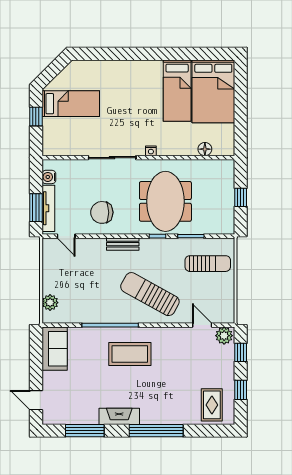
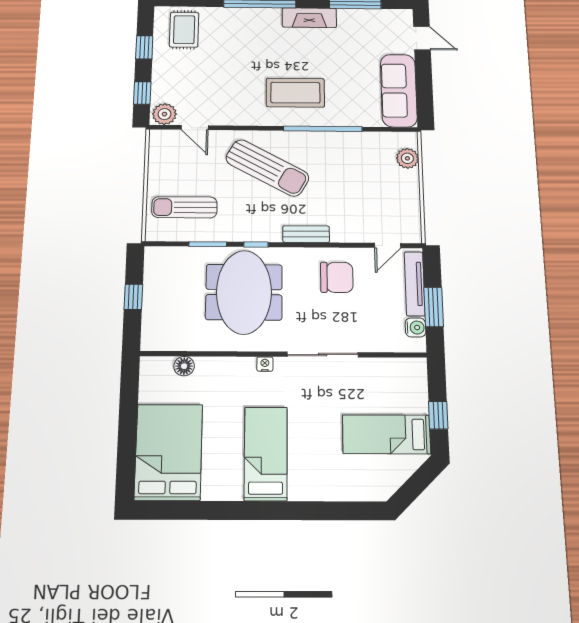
bed: (177, 91) -> (266, 454), moved
window: (36, 208) -> (434, 307), moved
door: (66, 236) -> (388, 245), swing flipped
sofa: (55, 349) -> (399, 90), width x1.36

